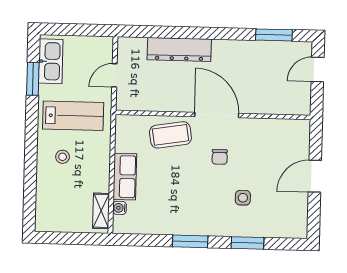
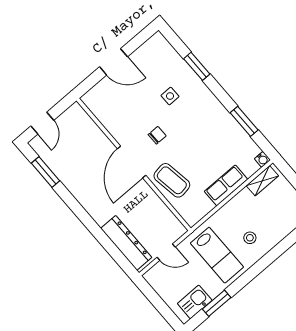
dresser: (179, 49) -> (126, 243), moved
kitchen sink: (51, 61) -> (195, 302), width x0.73
door: (318, 69) -> (42, 123), hinge flipped
lab bench: (73, 116) -> (217, 255), turned 180
water cooler: (120, 208) -> (262, 159), moved
window: (190, 241) -> (244, 121), moved

